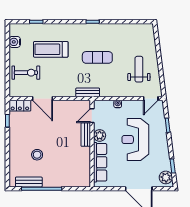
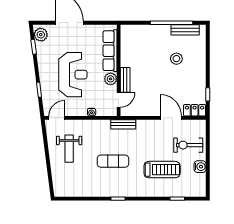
water cooler: (15, 42) -> (200, 167), moved

